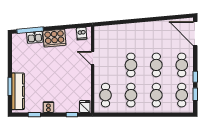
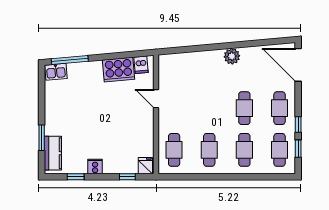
plant: (147, 27) -> (232, 56), added
kitchen sink: (35, 37) -> (56, 72), moved
cooker: (54, 38) -> (119, 70), moved
cafe table: (131, 65) -> (209, 108), removed
kitchen counter: (18, 91) -> (53, 153), width x0.67

